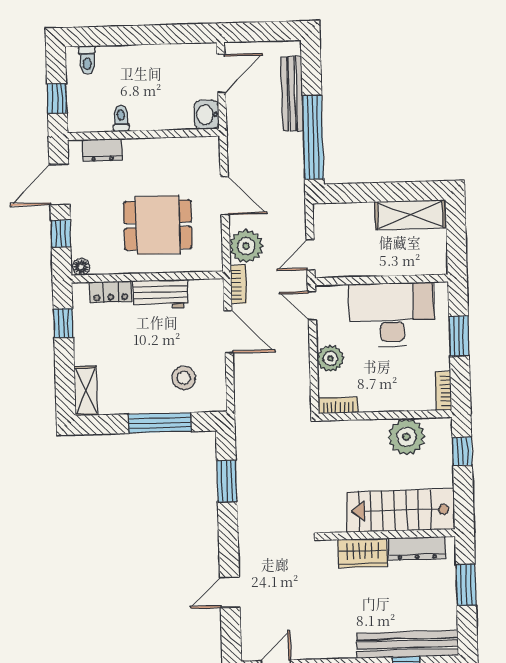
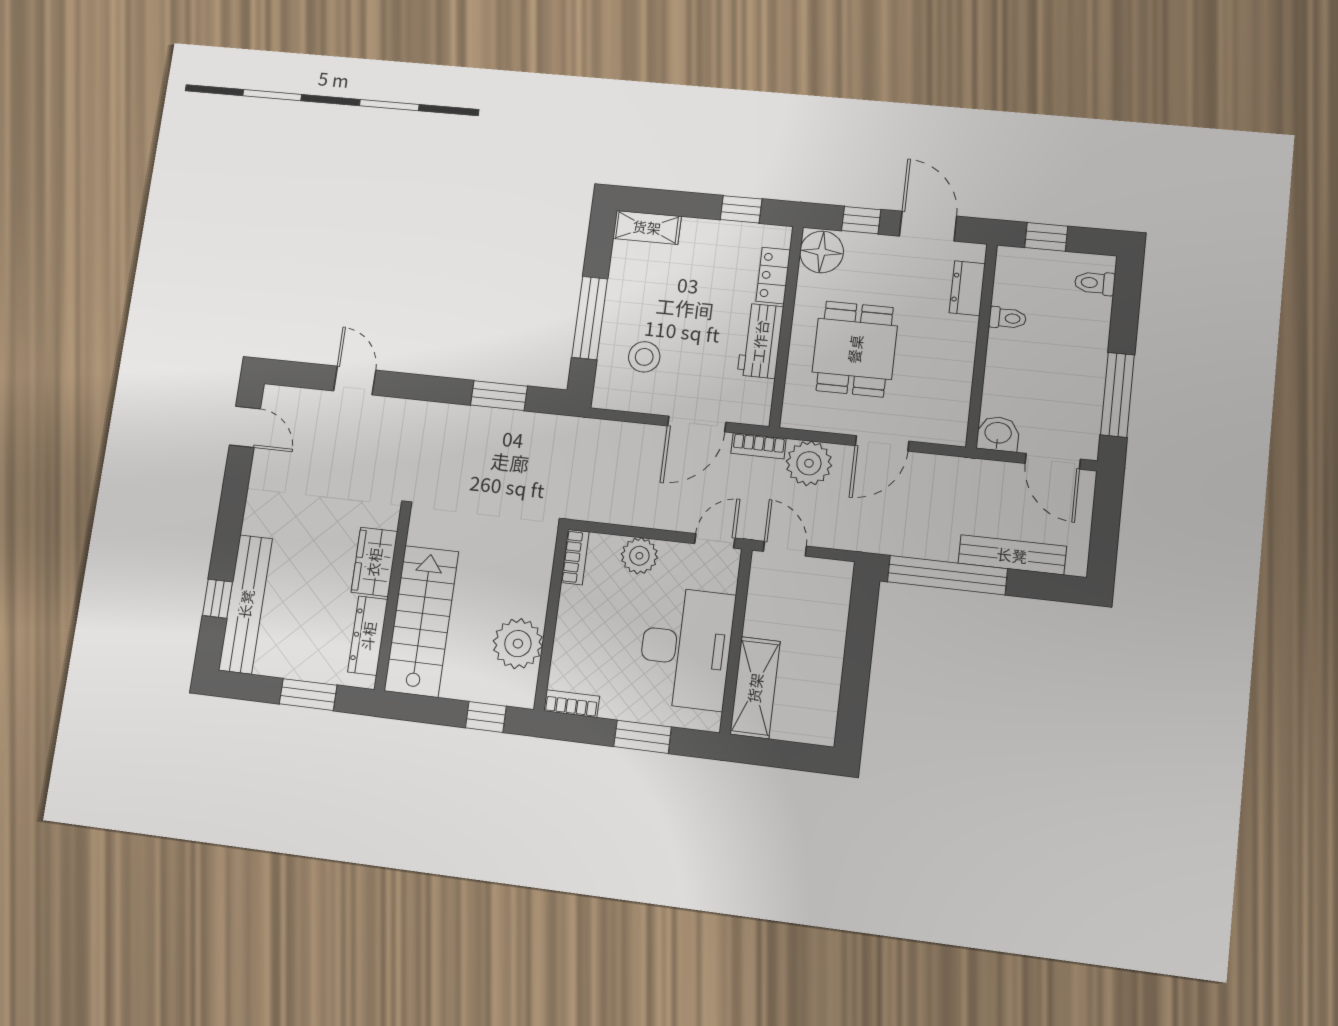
window: (167, 34) -> (1117, 395), added
shelving: (410, 215) -> (755, 688), moved
floor lamp: (81, 267) -> (822, 252), width x1.89, depth x1.89

